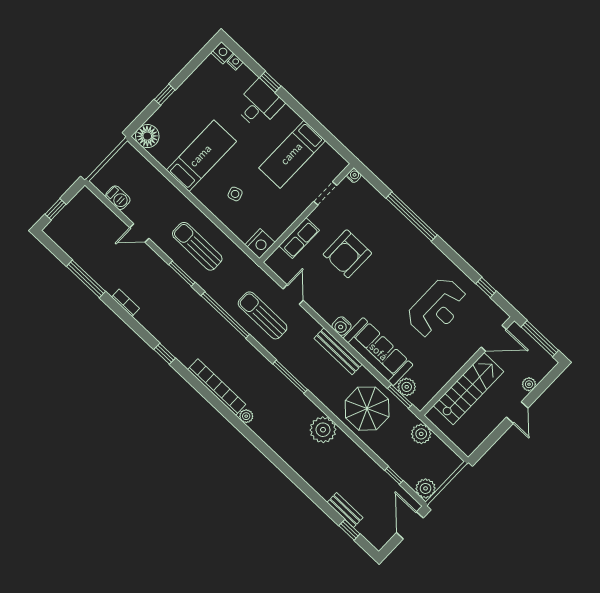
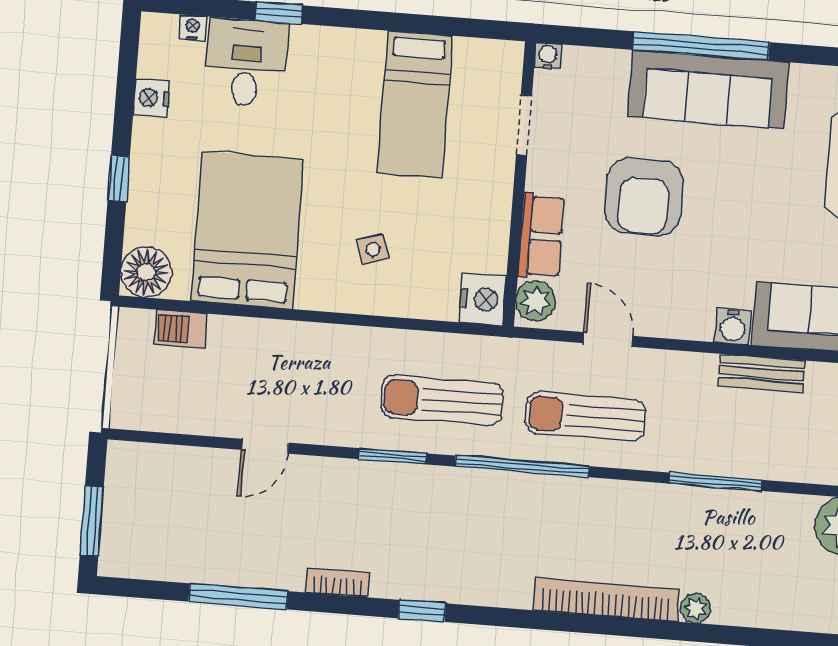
nightstand: (222, 53) -> (151, 98), moved, turned -90
desk: (259, 104) -> (246, 63), moved
bed: (201, 156) -> (247, 230), width x1.50
barbecue: (118, 198) -> (181, 329), moved, turned 180
window: (56, 209) -> (92, 521), width x1.50
sofa: (402, 234) -> (708, 89), added
sun lounger: (197, 246) -> (442, 400), moved
plant: (278, 260) -> (536, 301), added
bench: (338, 351) -> (762, 373), width x0.73
window: (165, 354) -> (422, 611), moved

